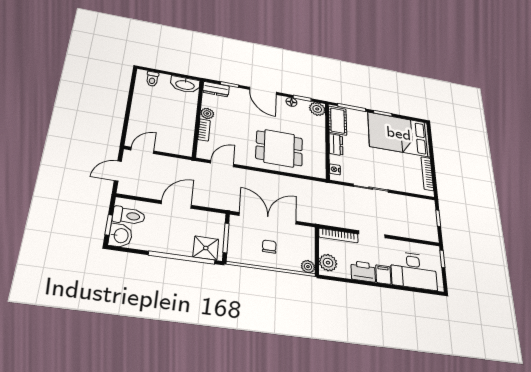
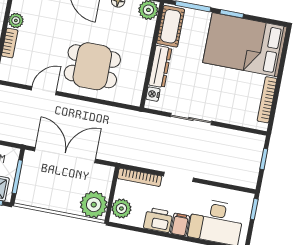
dresser: (336, 145) -> (160, 66), width x1.44
door: (222, 164) -> (44, 91), moved
chair: (269, 247) -> (61, 188), removed
plant: (308, 267) -> (94, 205), width x1.87, depth x1.87

